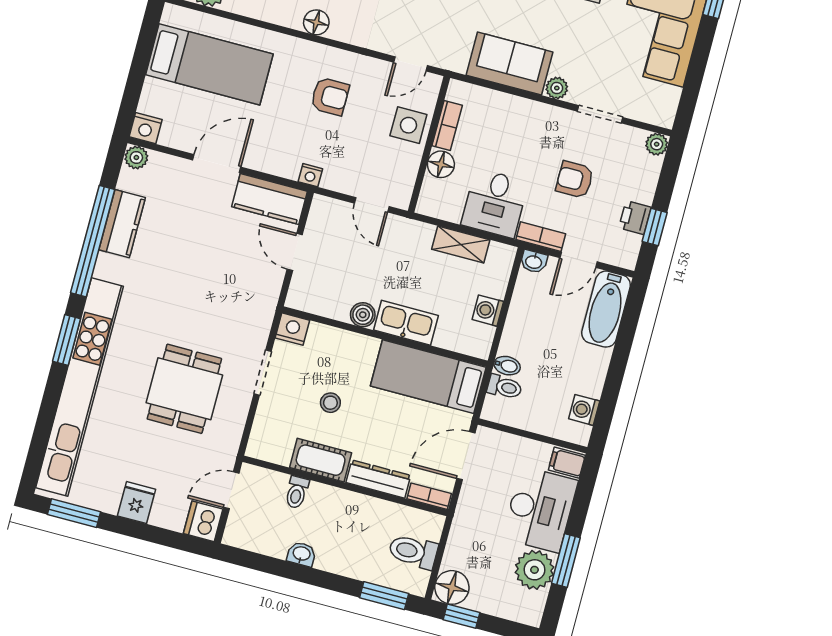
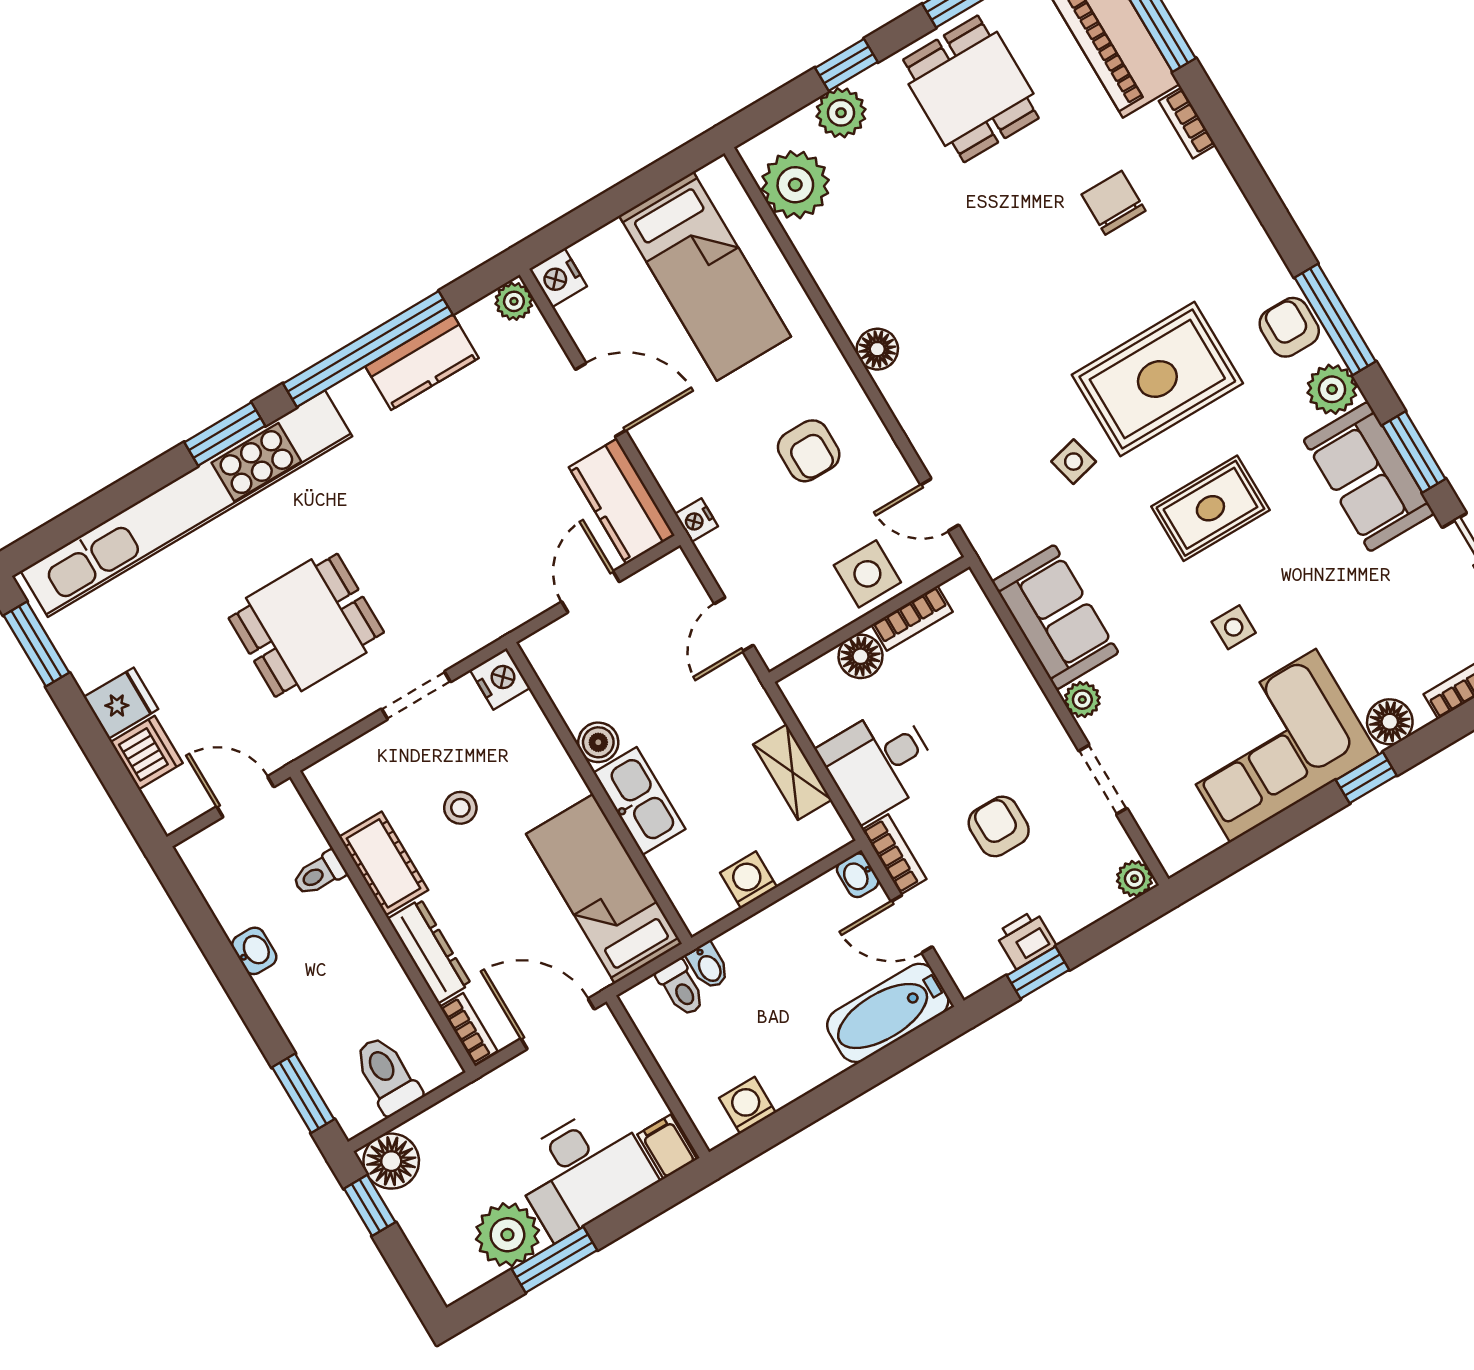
dishwasher: (203, 521) -> (147, 753), moved, turned 90

